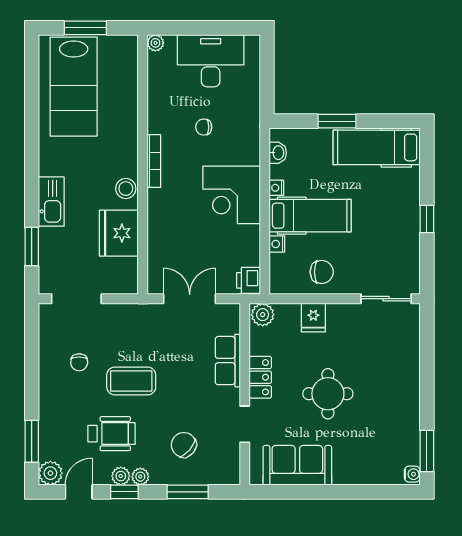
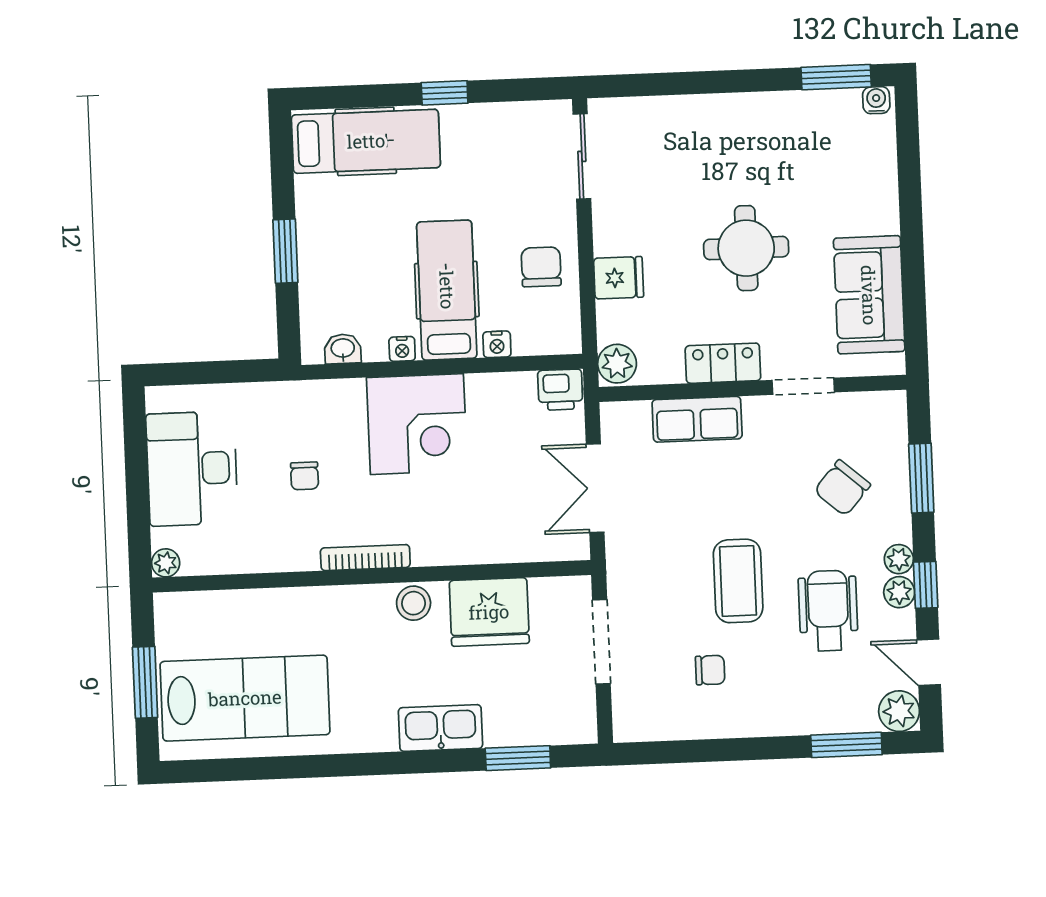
hospital bed: (377, 147) -> (366, 141), moved, turned -90
doorway: (76, 299) -> (601, 642), moved

